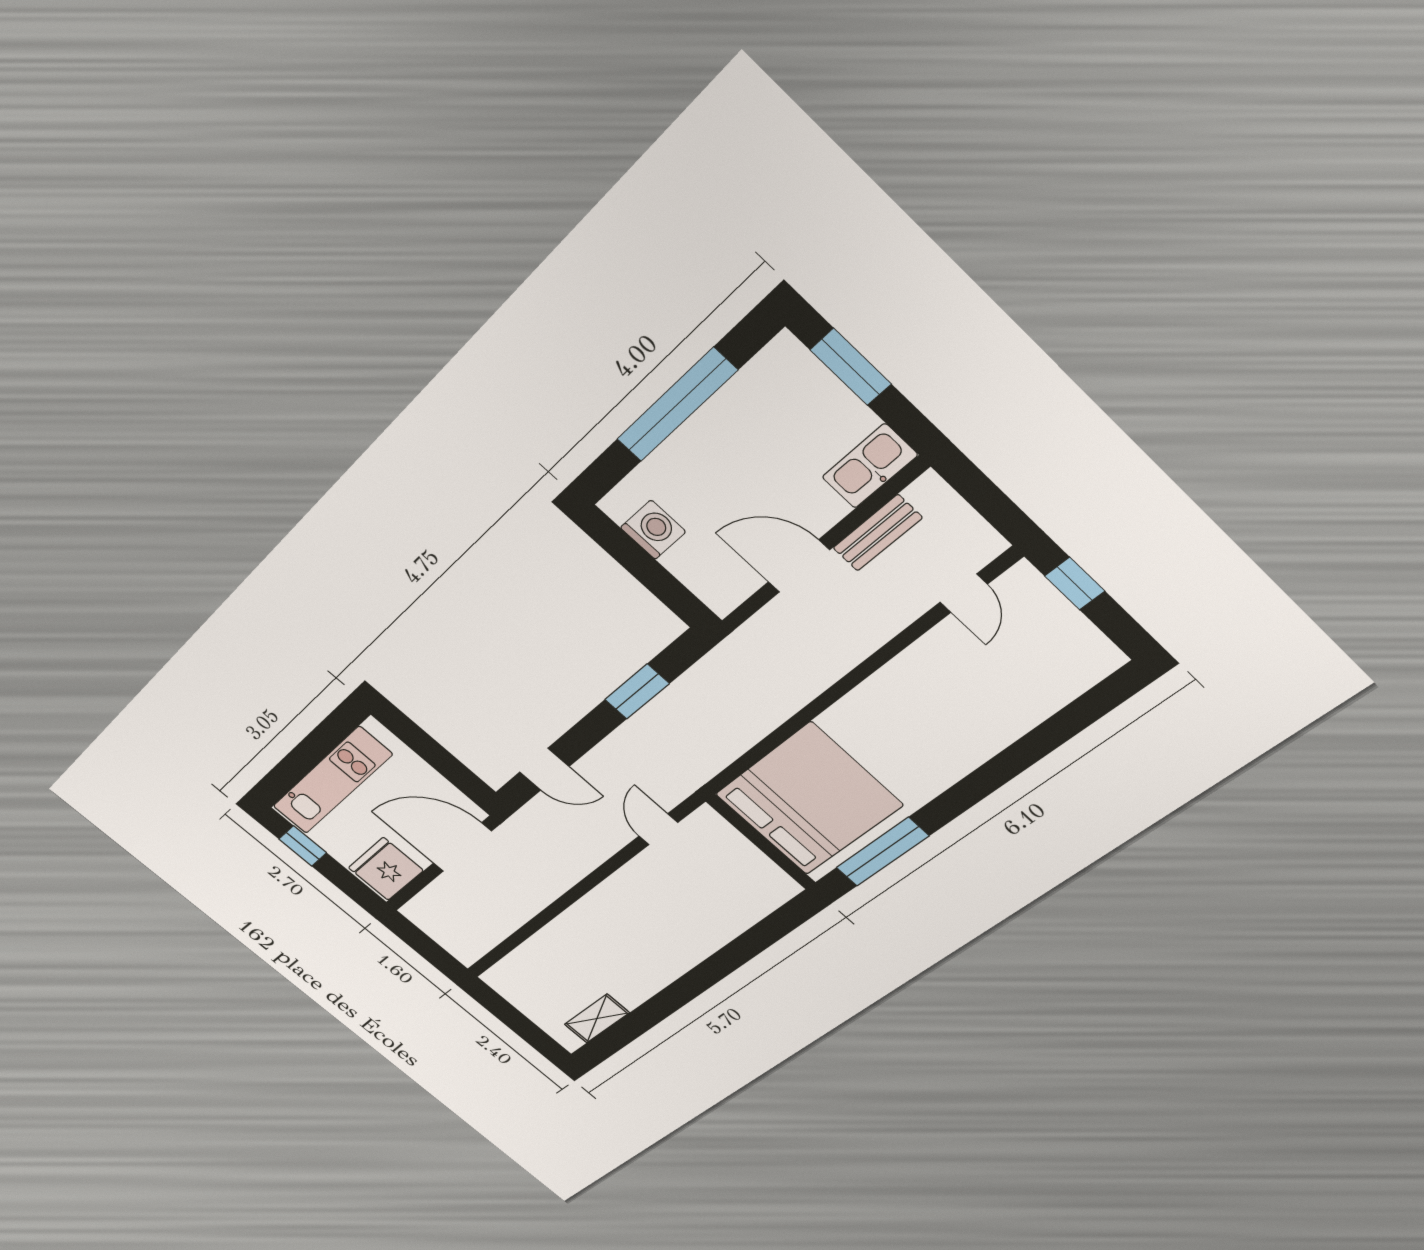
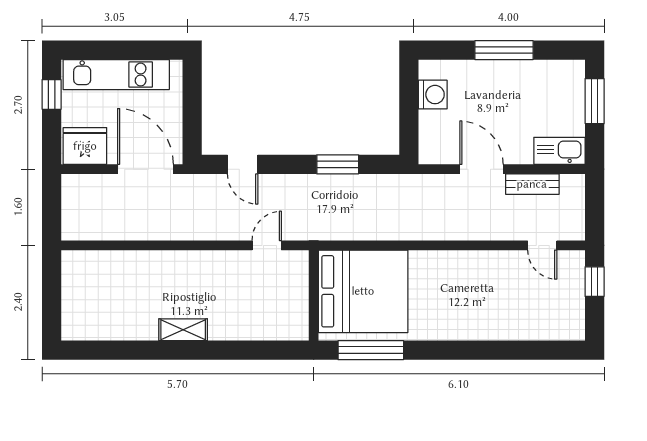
window: (677, 405) -> (504, 50), width x0.68
door: (964, 593) -> (542, 245), hinge flipped
shelving: (597, 1019) -> (183, 330), moved

